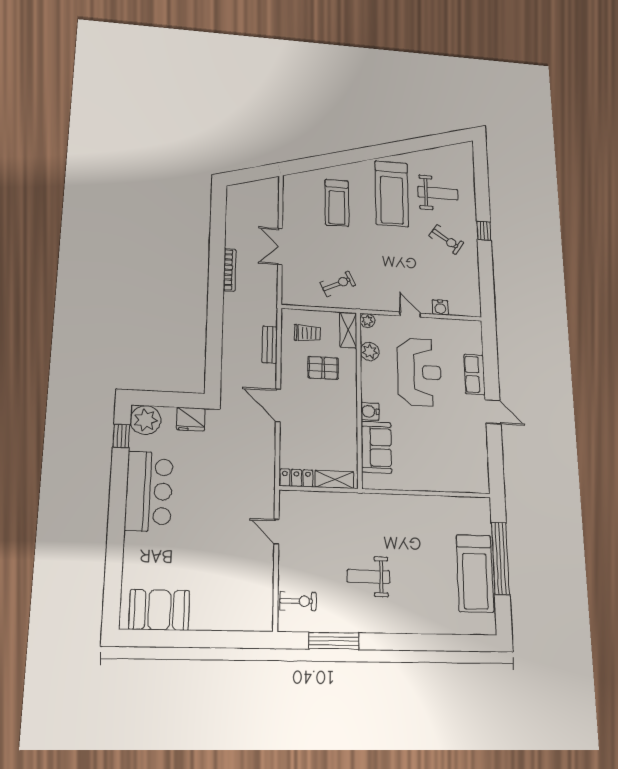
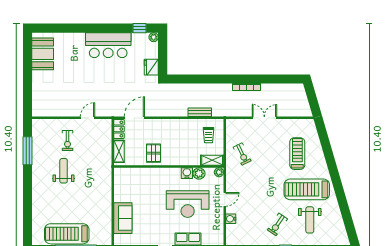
treadmill: (337, 203) -> (297, 154), turned 90
pallet: (323, 368) -> (153, 153), moved
door: (278, 405) -> (134, 118), moved
water cooler: (370, 411) -> (187, 173), moved
plant: (146, 420) -> (154, 37), width x0.53, depth x0.53
sofa: (376, 447) -> (123, 218), moved, turned -90
exercise bike: (298, 601) -> (68, 141), moved

